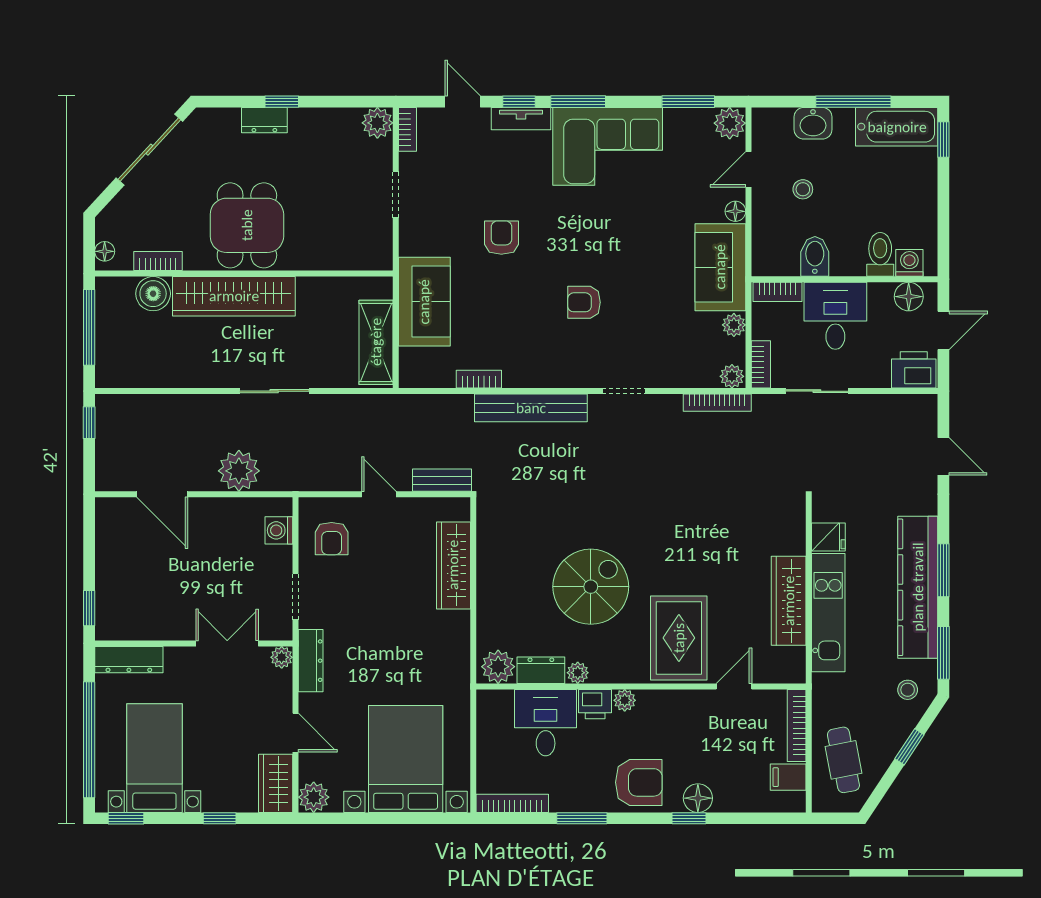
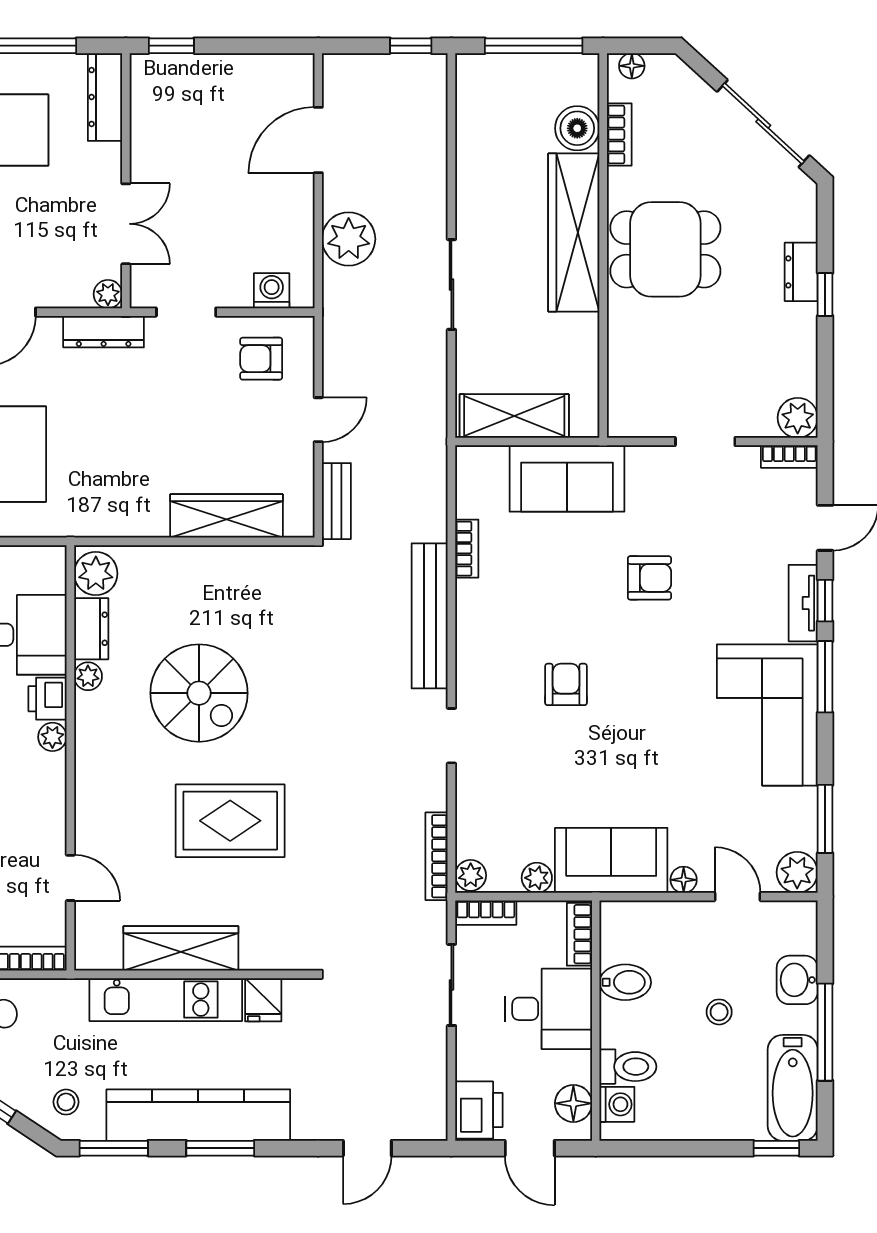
stool: (803, 189) -> (719, 1012), moved
rug: (679, 638) -> (230, 821), moved

